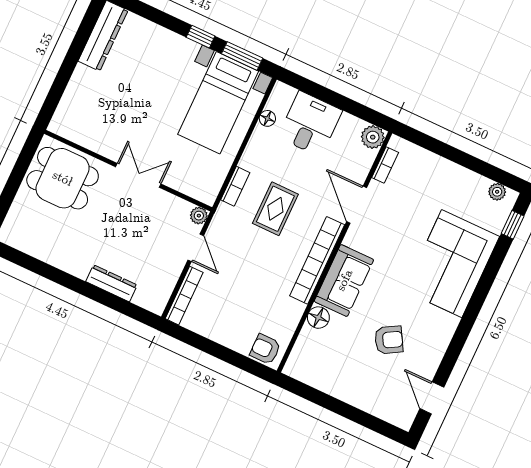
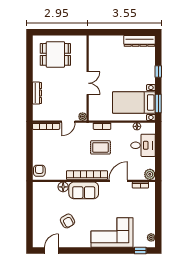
window: (201, 37) -> (158, 71), moved
dining table: (63, 178) -> (55, 54), moved, turned 90

